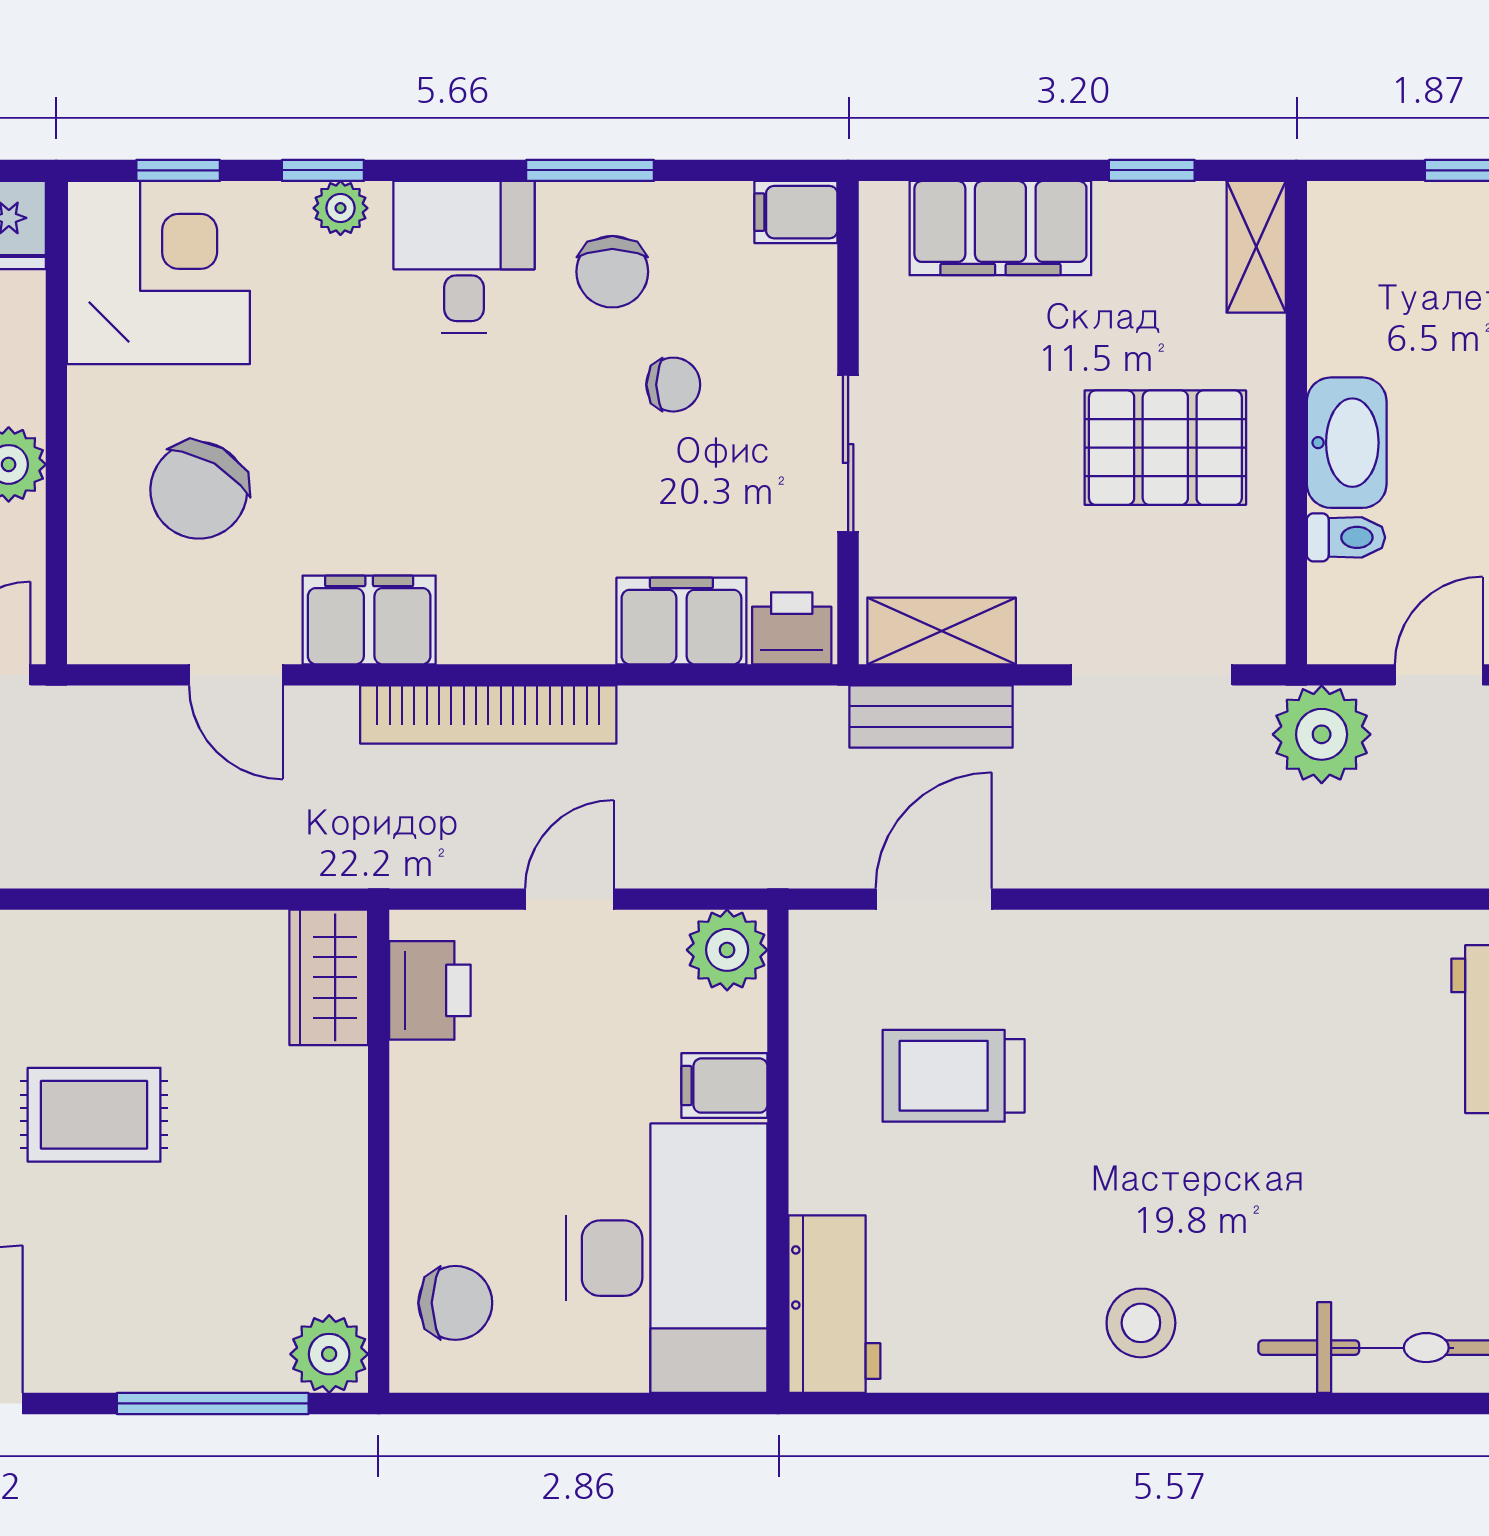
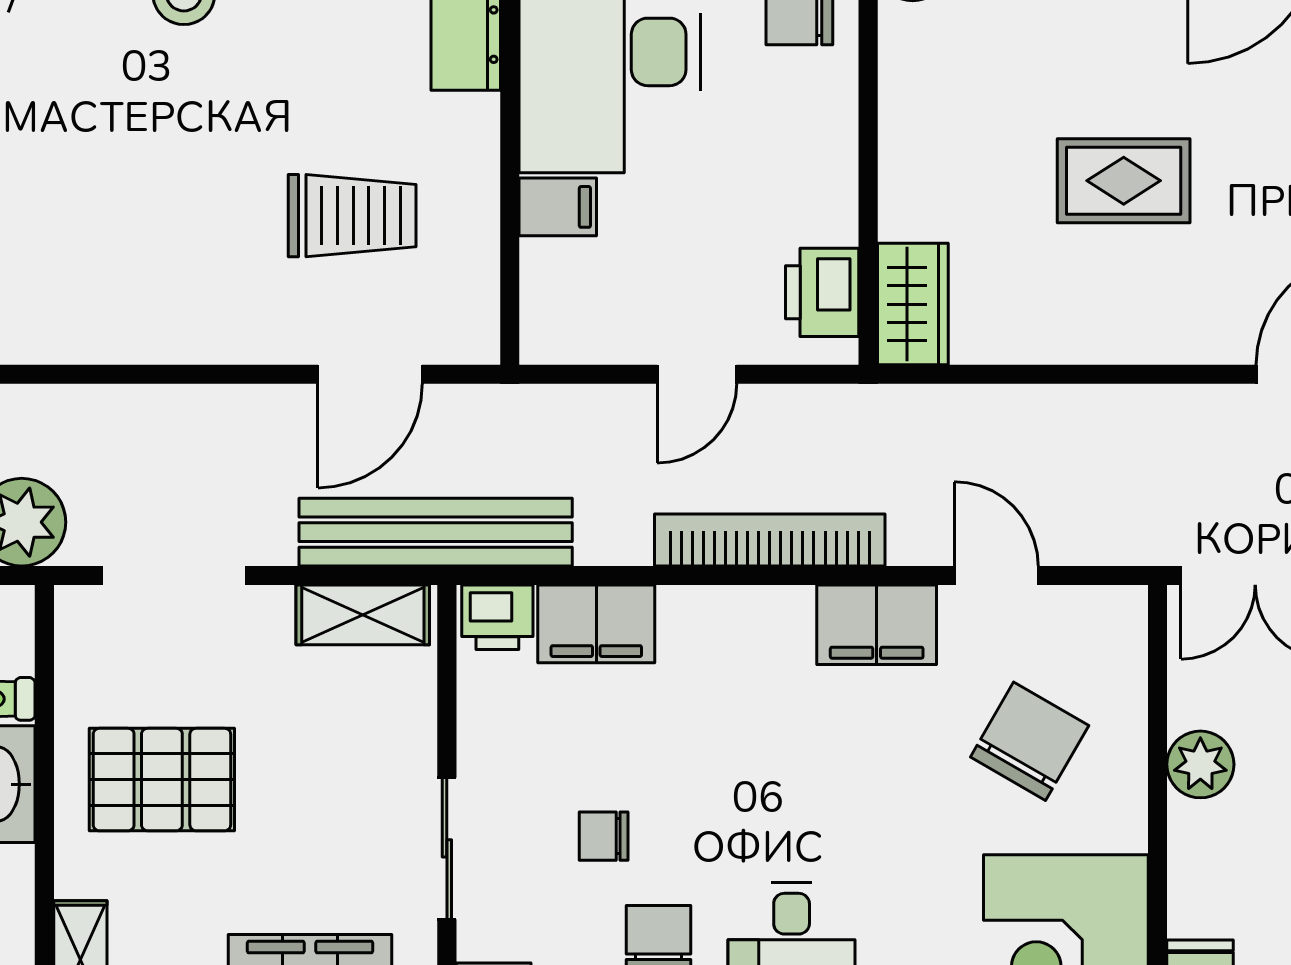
sliding door: (848, 454) -> (447, 848), moved
bench: (931, 717) -> (436, 532), width x1.86, depth x1.21
plant: (727, 950) -> (555, 329), removed

